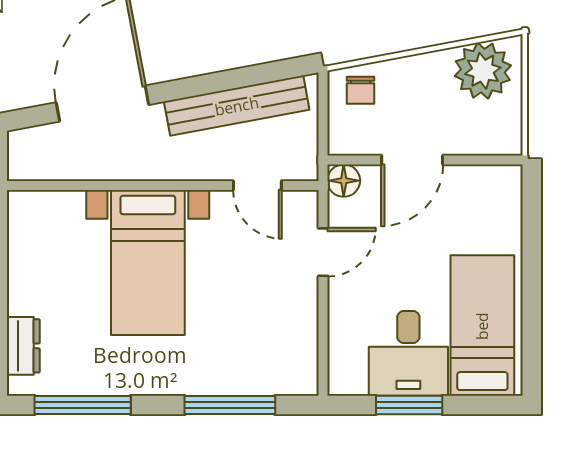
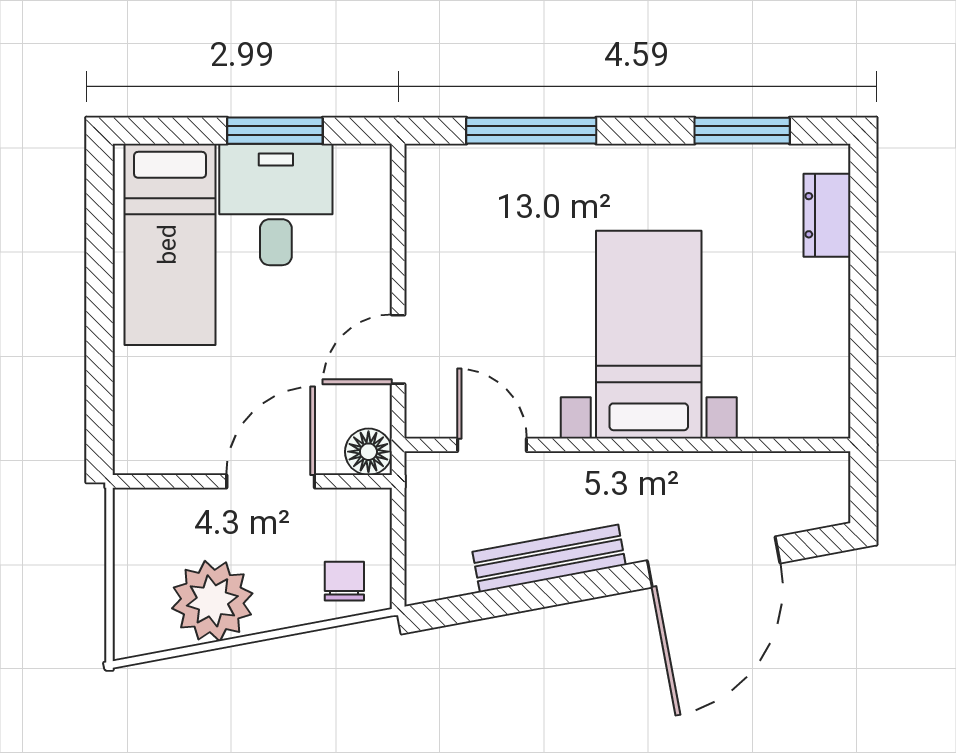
plant: (483, 71) -> (212, 601), moved
bench: (237, 106) -> (549, 558), width x0.73, depth x0.82
window: (83, 405) -> (742, 131), width x0.69

